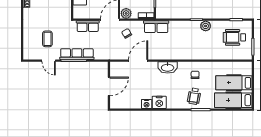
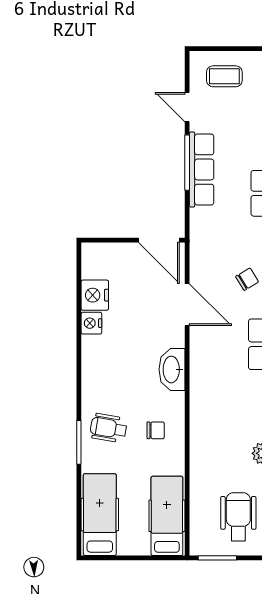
coffee table: (47, 39) -> (224, 76), moved
door: (49, 61) -> (187, 107), hinge flipped
hospital bed: (234, 83) -> (167, 516), moved
door: (109, 86) -> (159, 240), moved
nightstand: (159, 102) -> (95, 295), moved

